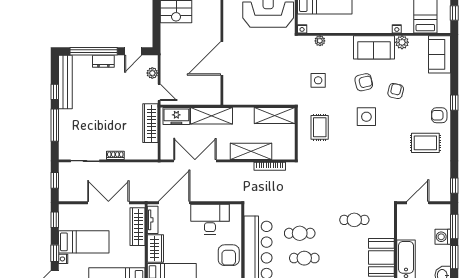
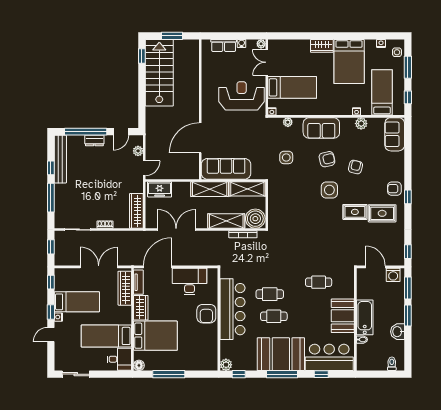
sofa: (374, 47) -> (321, 128), moved
door: (159, 92) -> (144, 168), hinge flipped
sofa: (251, 93) -> (226, 169), added
window: (454, 103) -> (408, 197), moved
shelving: (212, 116) -> (210, 189), moved
wardrobe: (150, 123) -> (136, 211), moved
rug: (320, 127) -> (355, 212), moved, turned 90
boiler: (284, 149) -> (255, 219), added
door: (418, 203) -> (375, 267), hinge flipped
washing machine: (443, 237) -> (393, 275), moved, turned -90

